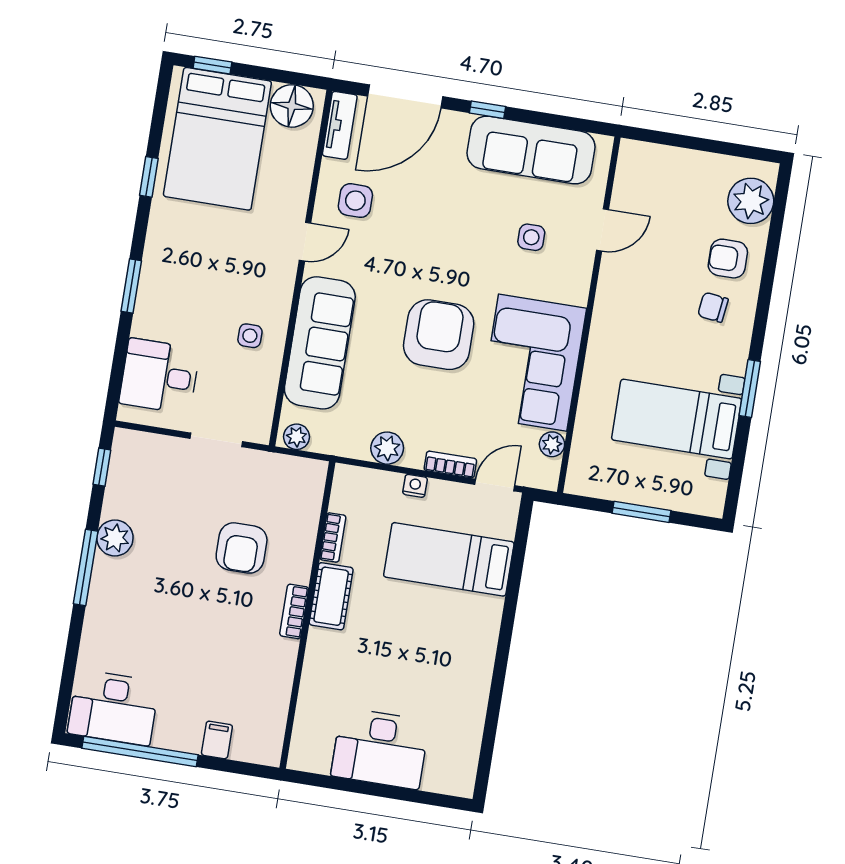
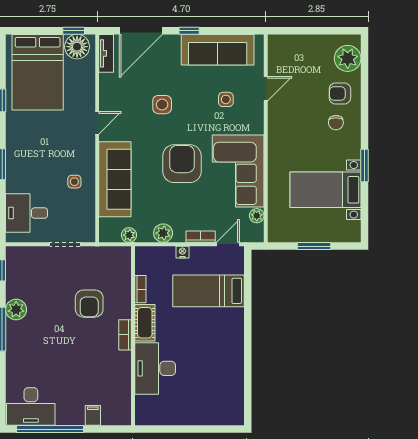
window: (212, 65) -> (74, 31), moved
side table: (355, 201) -> (162, 105), moved
chair: (713, 307) -> (336, 123), turned -97
plant: (297, 437) -> (129, 235), moved
desk: (380, 748) -> (155, 368), moved, turned 90

